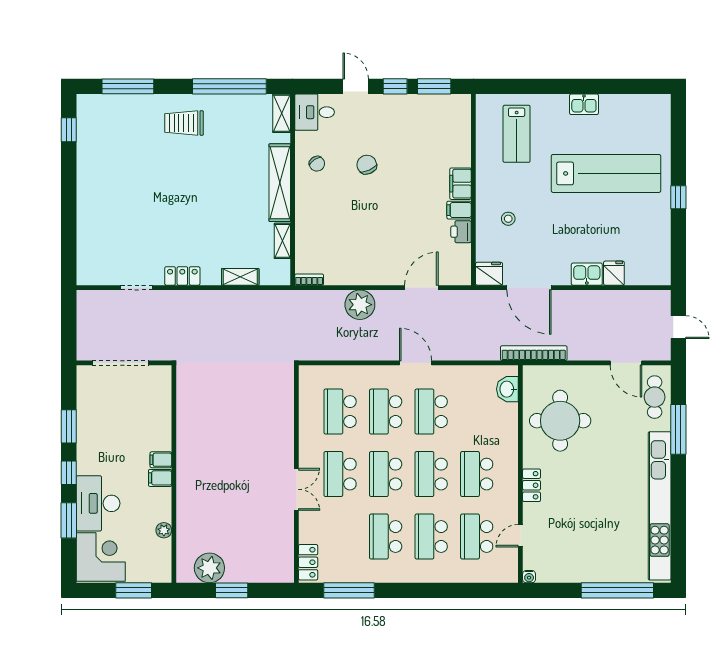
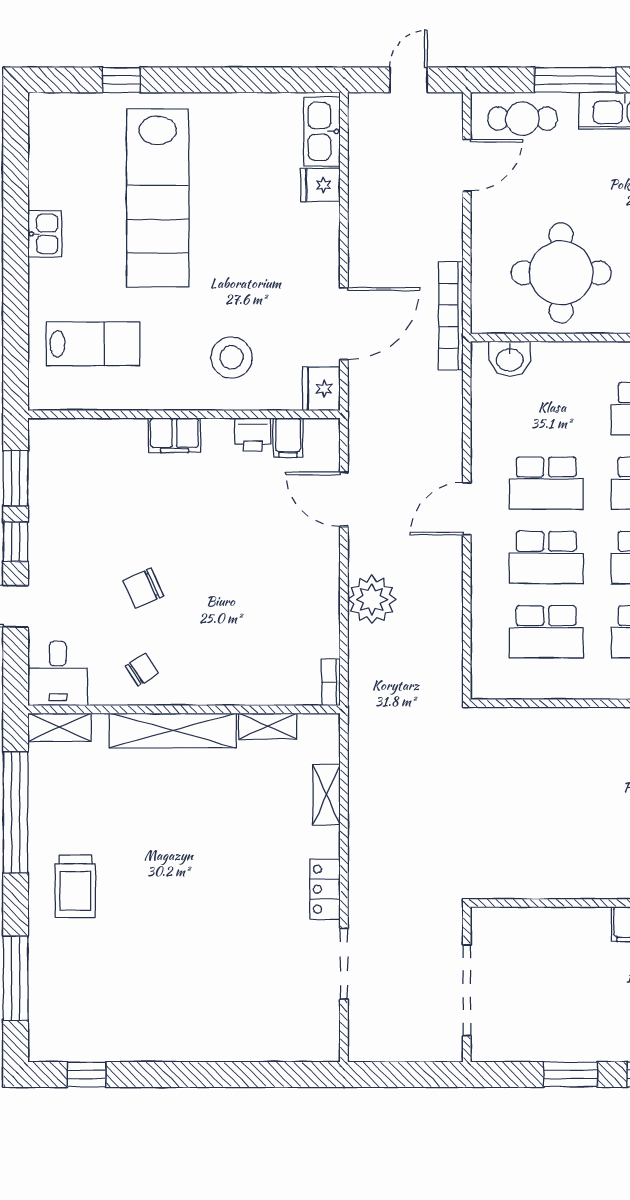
lab bench: (606, 173) -> (158, 198), turned 180
window: (678, 197) -> (121, 80), moved
filing cabinet: (459, 210) -> (288, 438), moved
stool: (508, 219) -> (232, 357), width x1.89, depth x1.89
kitchen sink: (587, 274) -> (322, 131), moved, width x1.38
doorway: (137, 288) -> (344, 964), width x1.38

